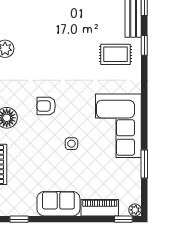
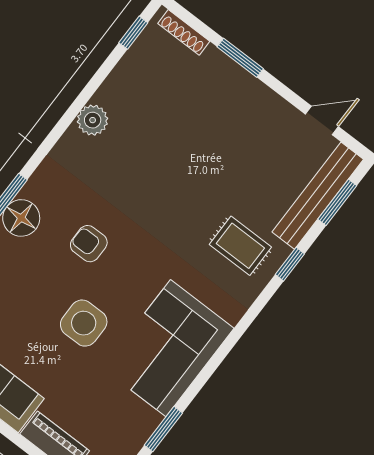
side table: (71, 144) -> (84, 323), width x1.87, depth x1.87

